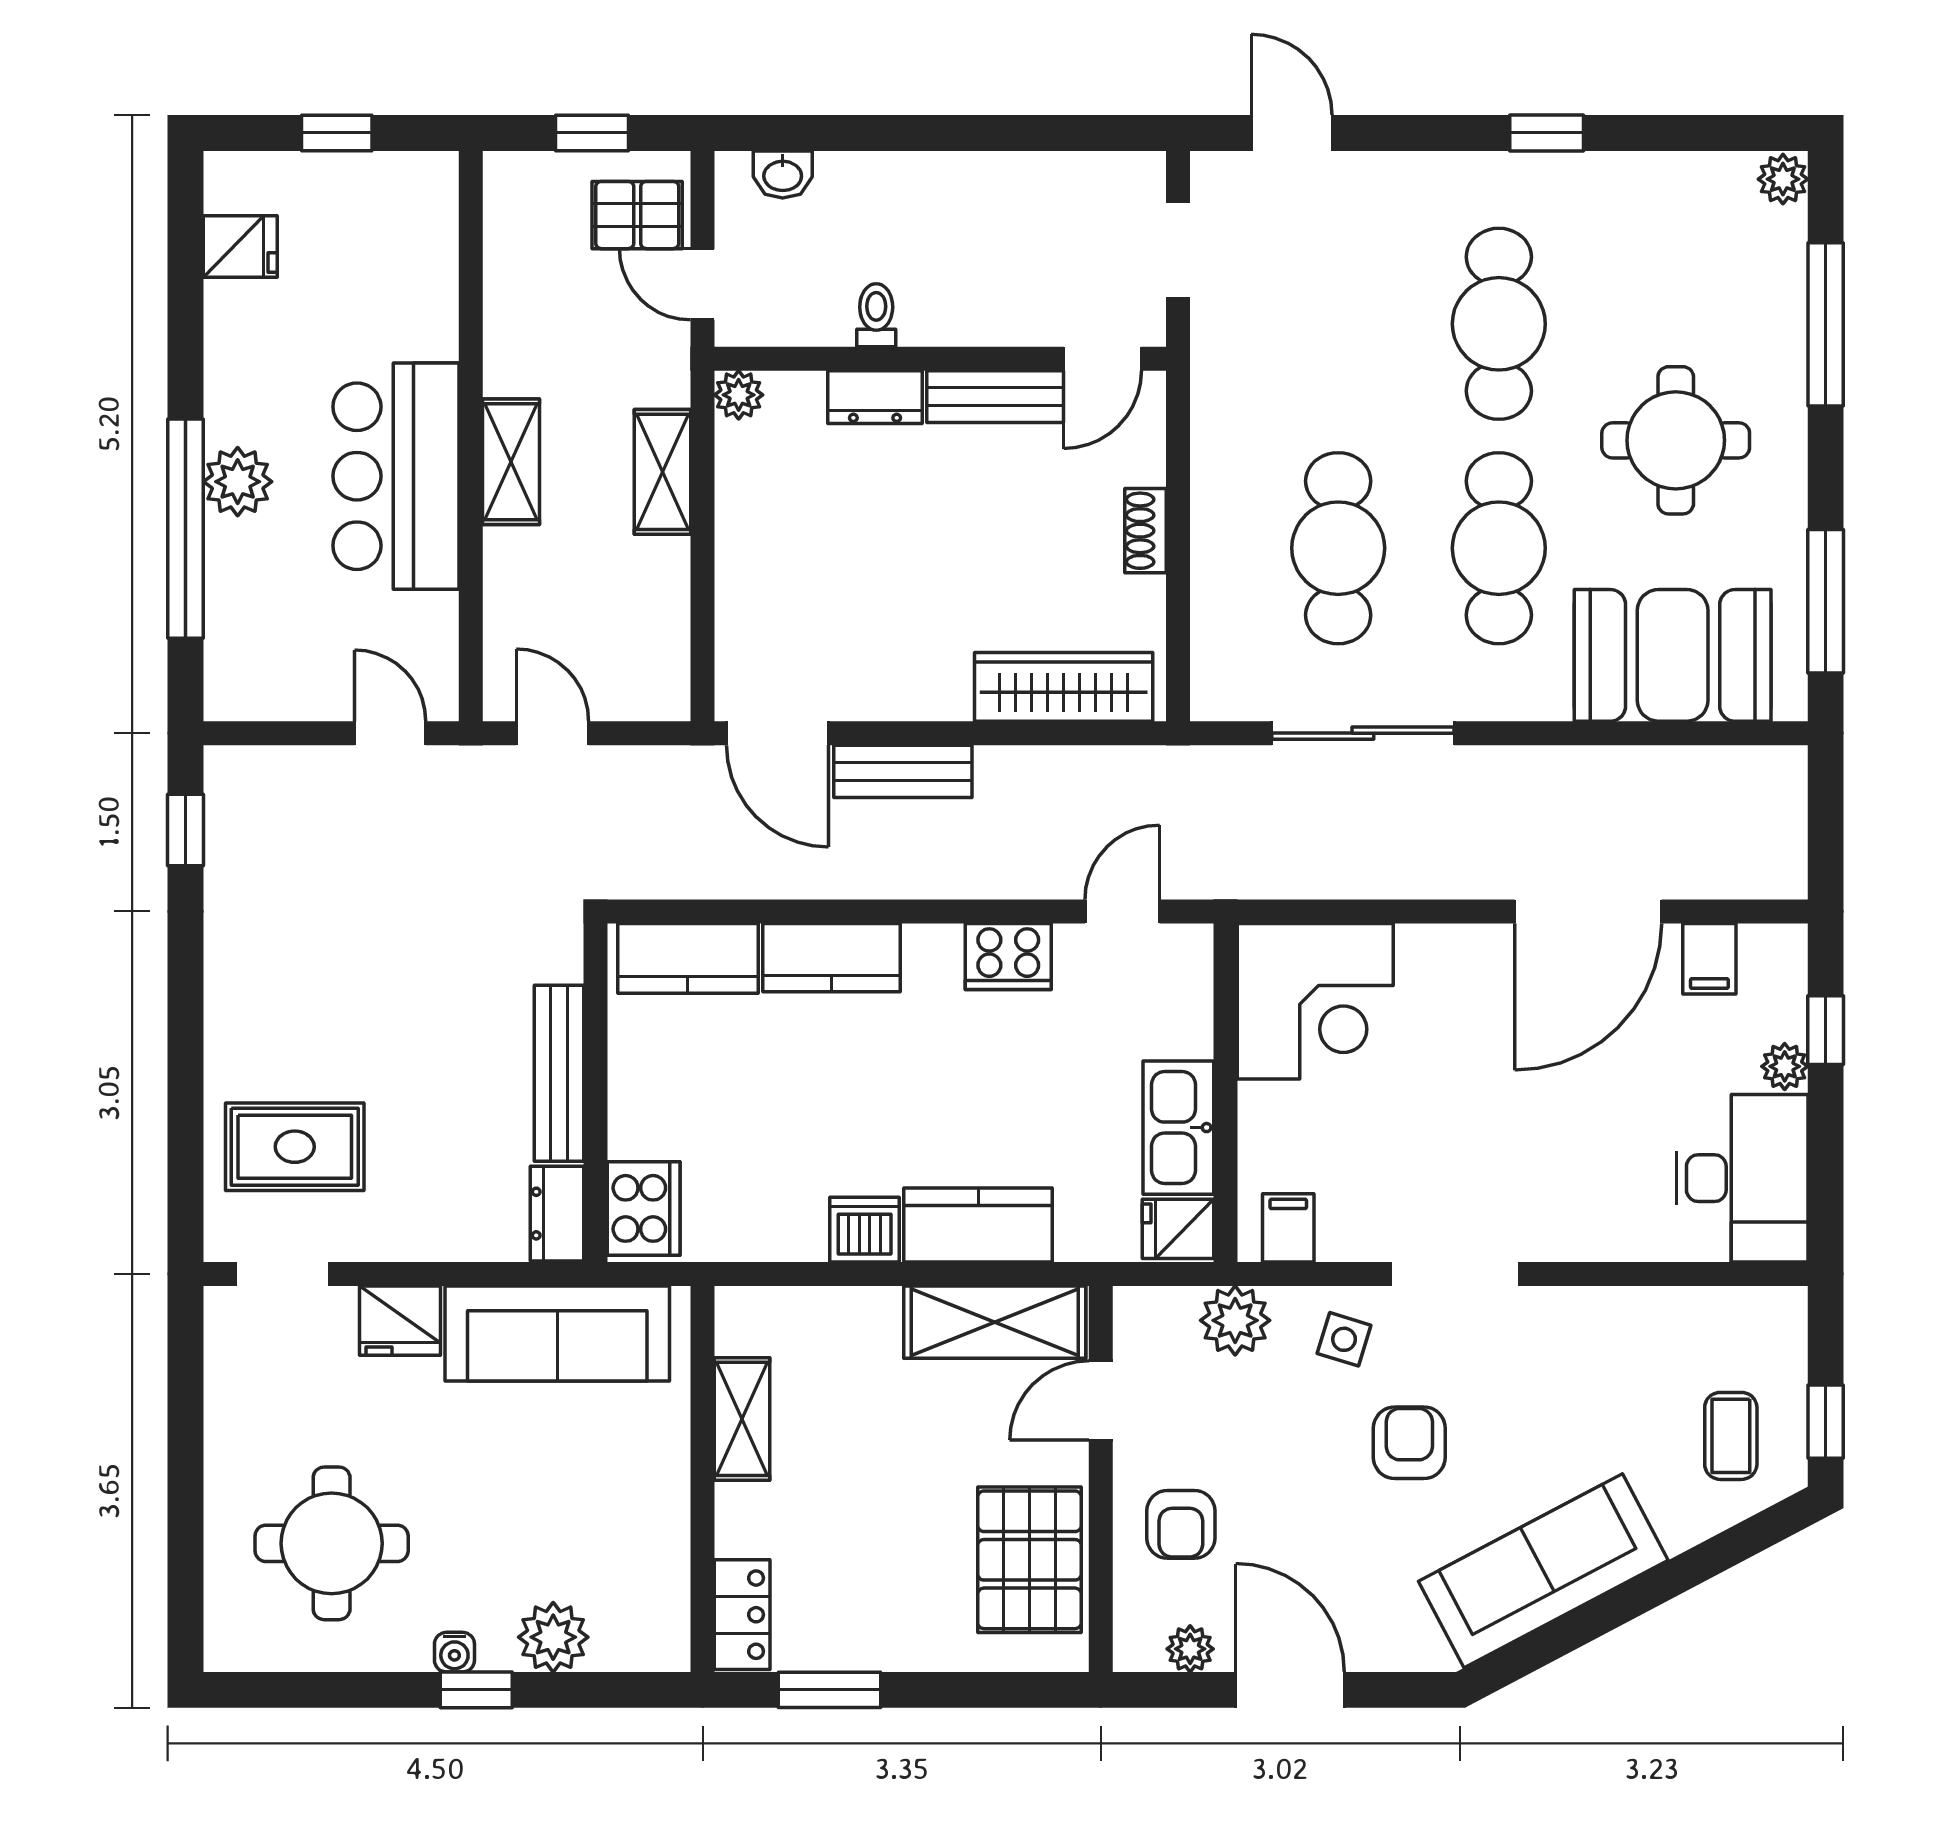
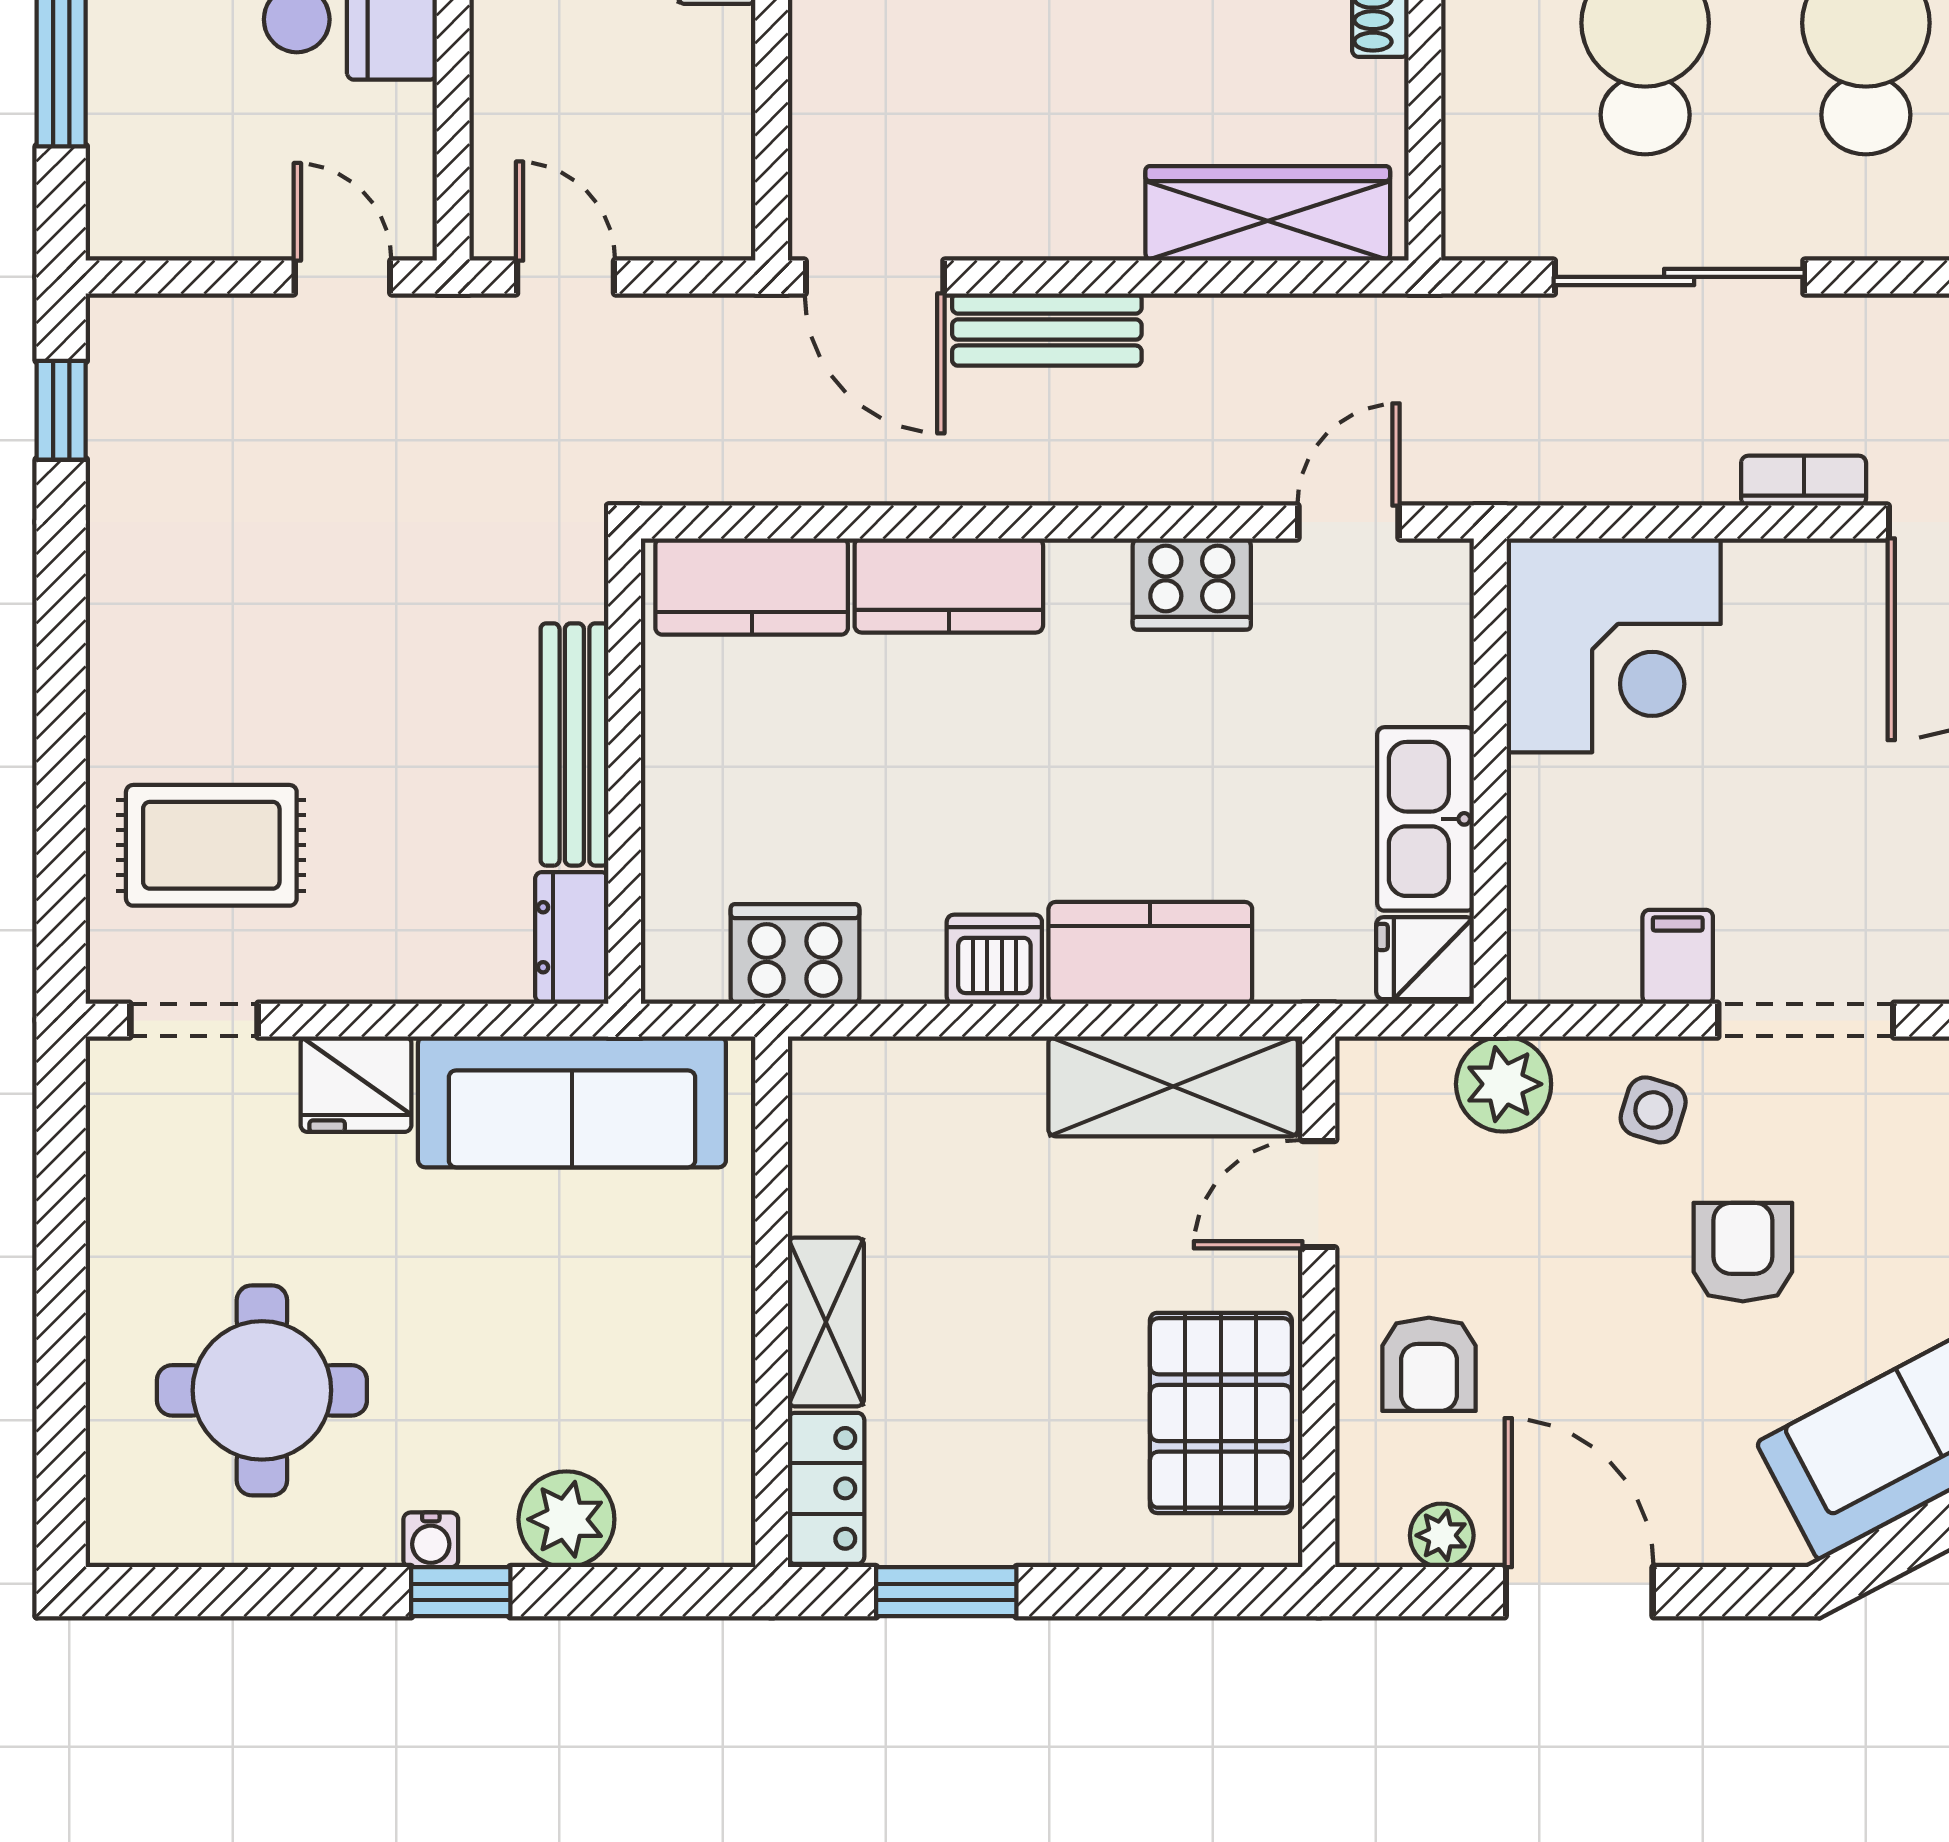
bookcase: (1454, 881) -> (1804, 481), added
cooker: (644, 1208) -> (795, 954), moved, turned -90
filing cabinet: (1288, 1228) -> (1678, 957), moved
shelving: (742, 1419) -> (826, 1322), moved

